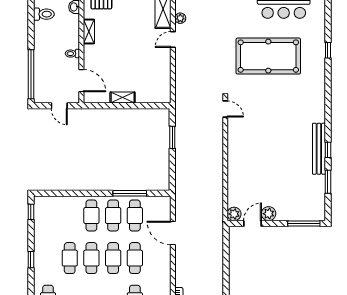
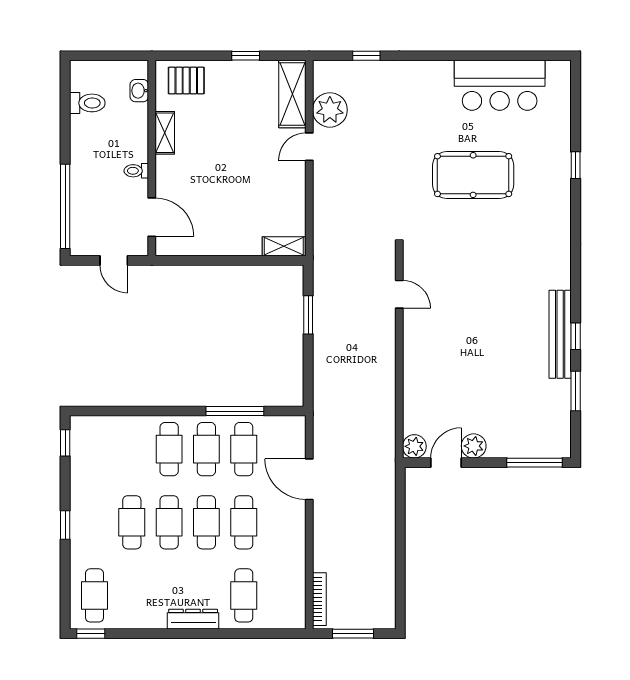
plant: (180, 18) -> (330, 110), width x1.88, depth x1.88
pool table: (268, 56) -> (473, 175), width x0.73, depth x0.76
shelving: (123, 97) -> (284, 246), moved
door: (225, 109) -> (399, 294), moved

